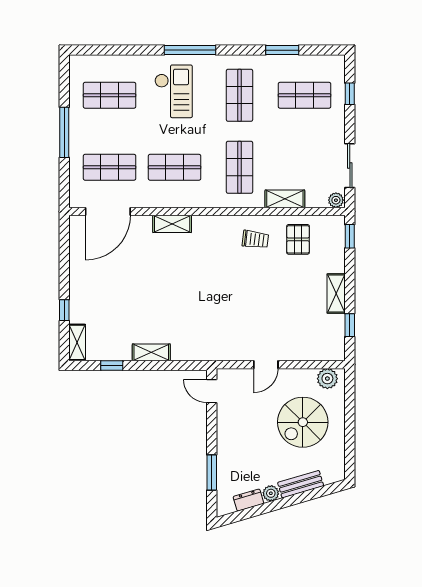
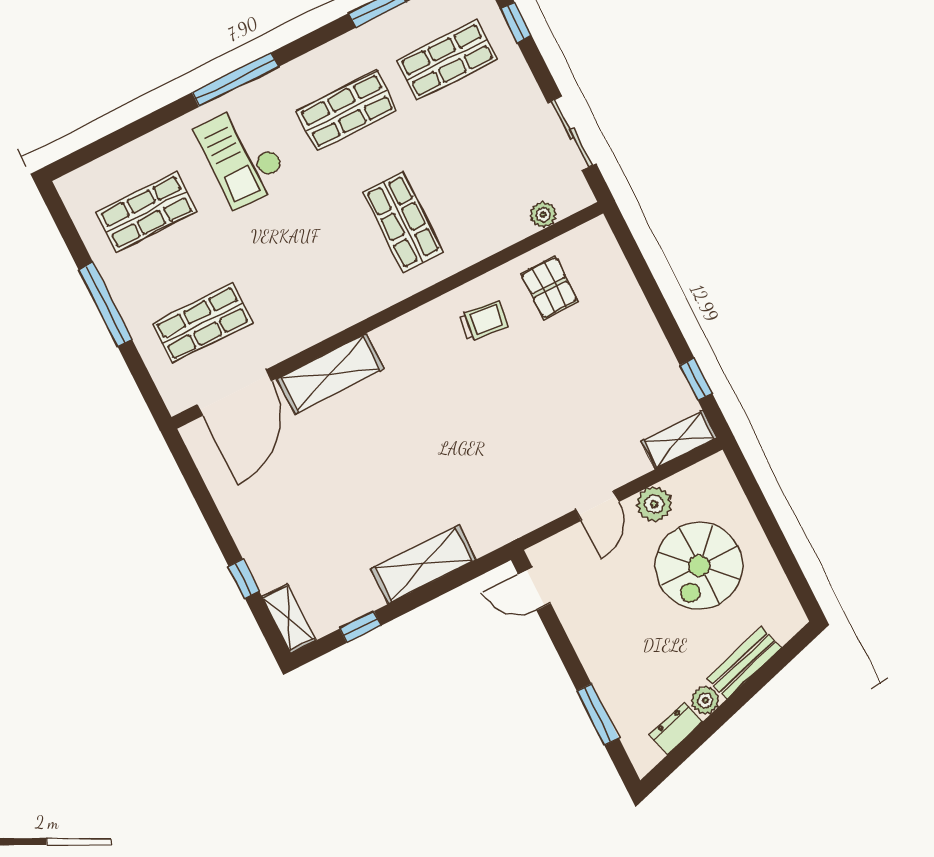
checkout: (174, 91) -> (242, 156), turned 180
shop shelf: (240, 95) -> (347, 111), turned 90
shop shelf: (175, 167) -> (303, 272), removed
shelving: (285, 199) -> (498, 235), removed
plant: (336, 200) -> (543, 215), moved
shelving: (172, 224) -> (330, 374), width x1.50, depth x1.33
window: (350, 236) -> (627, 242), removed
shelving: (336, 294) -> (679, 440), moved, turned 90
shelving: (151, 352) -> (423, 564), width x1.50, depth x1.33
plant: (327, 379) -> (654, 504), moved

